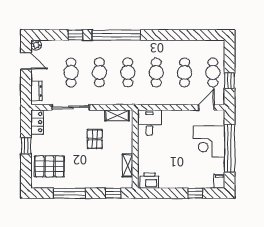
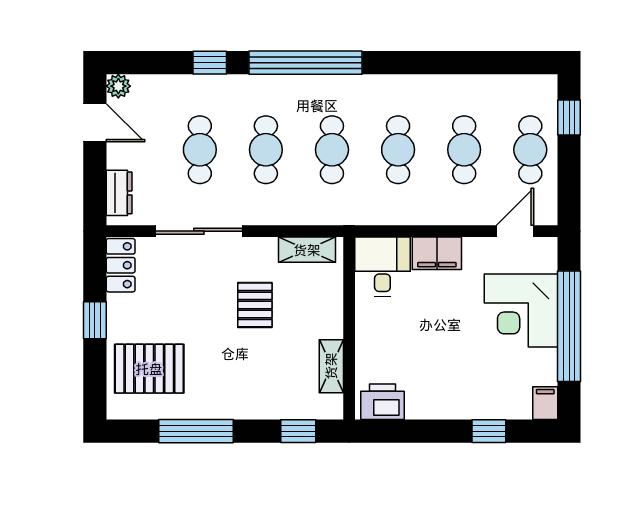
window: (230, 81) -> (569, 118), moved
filing cabinet: (173, 117) -> (437, 253), added

